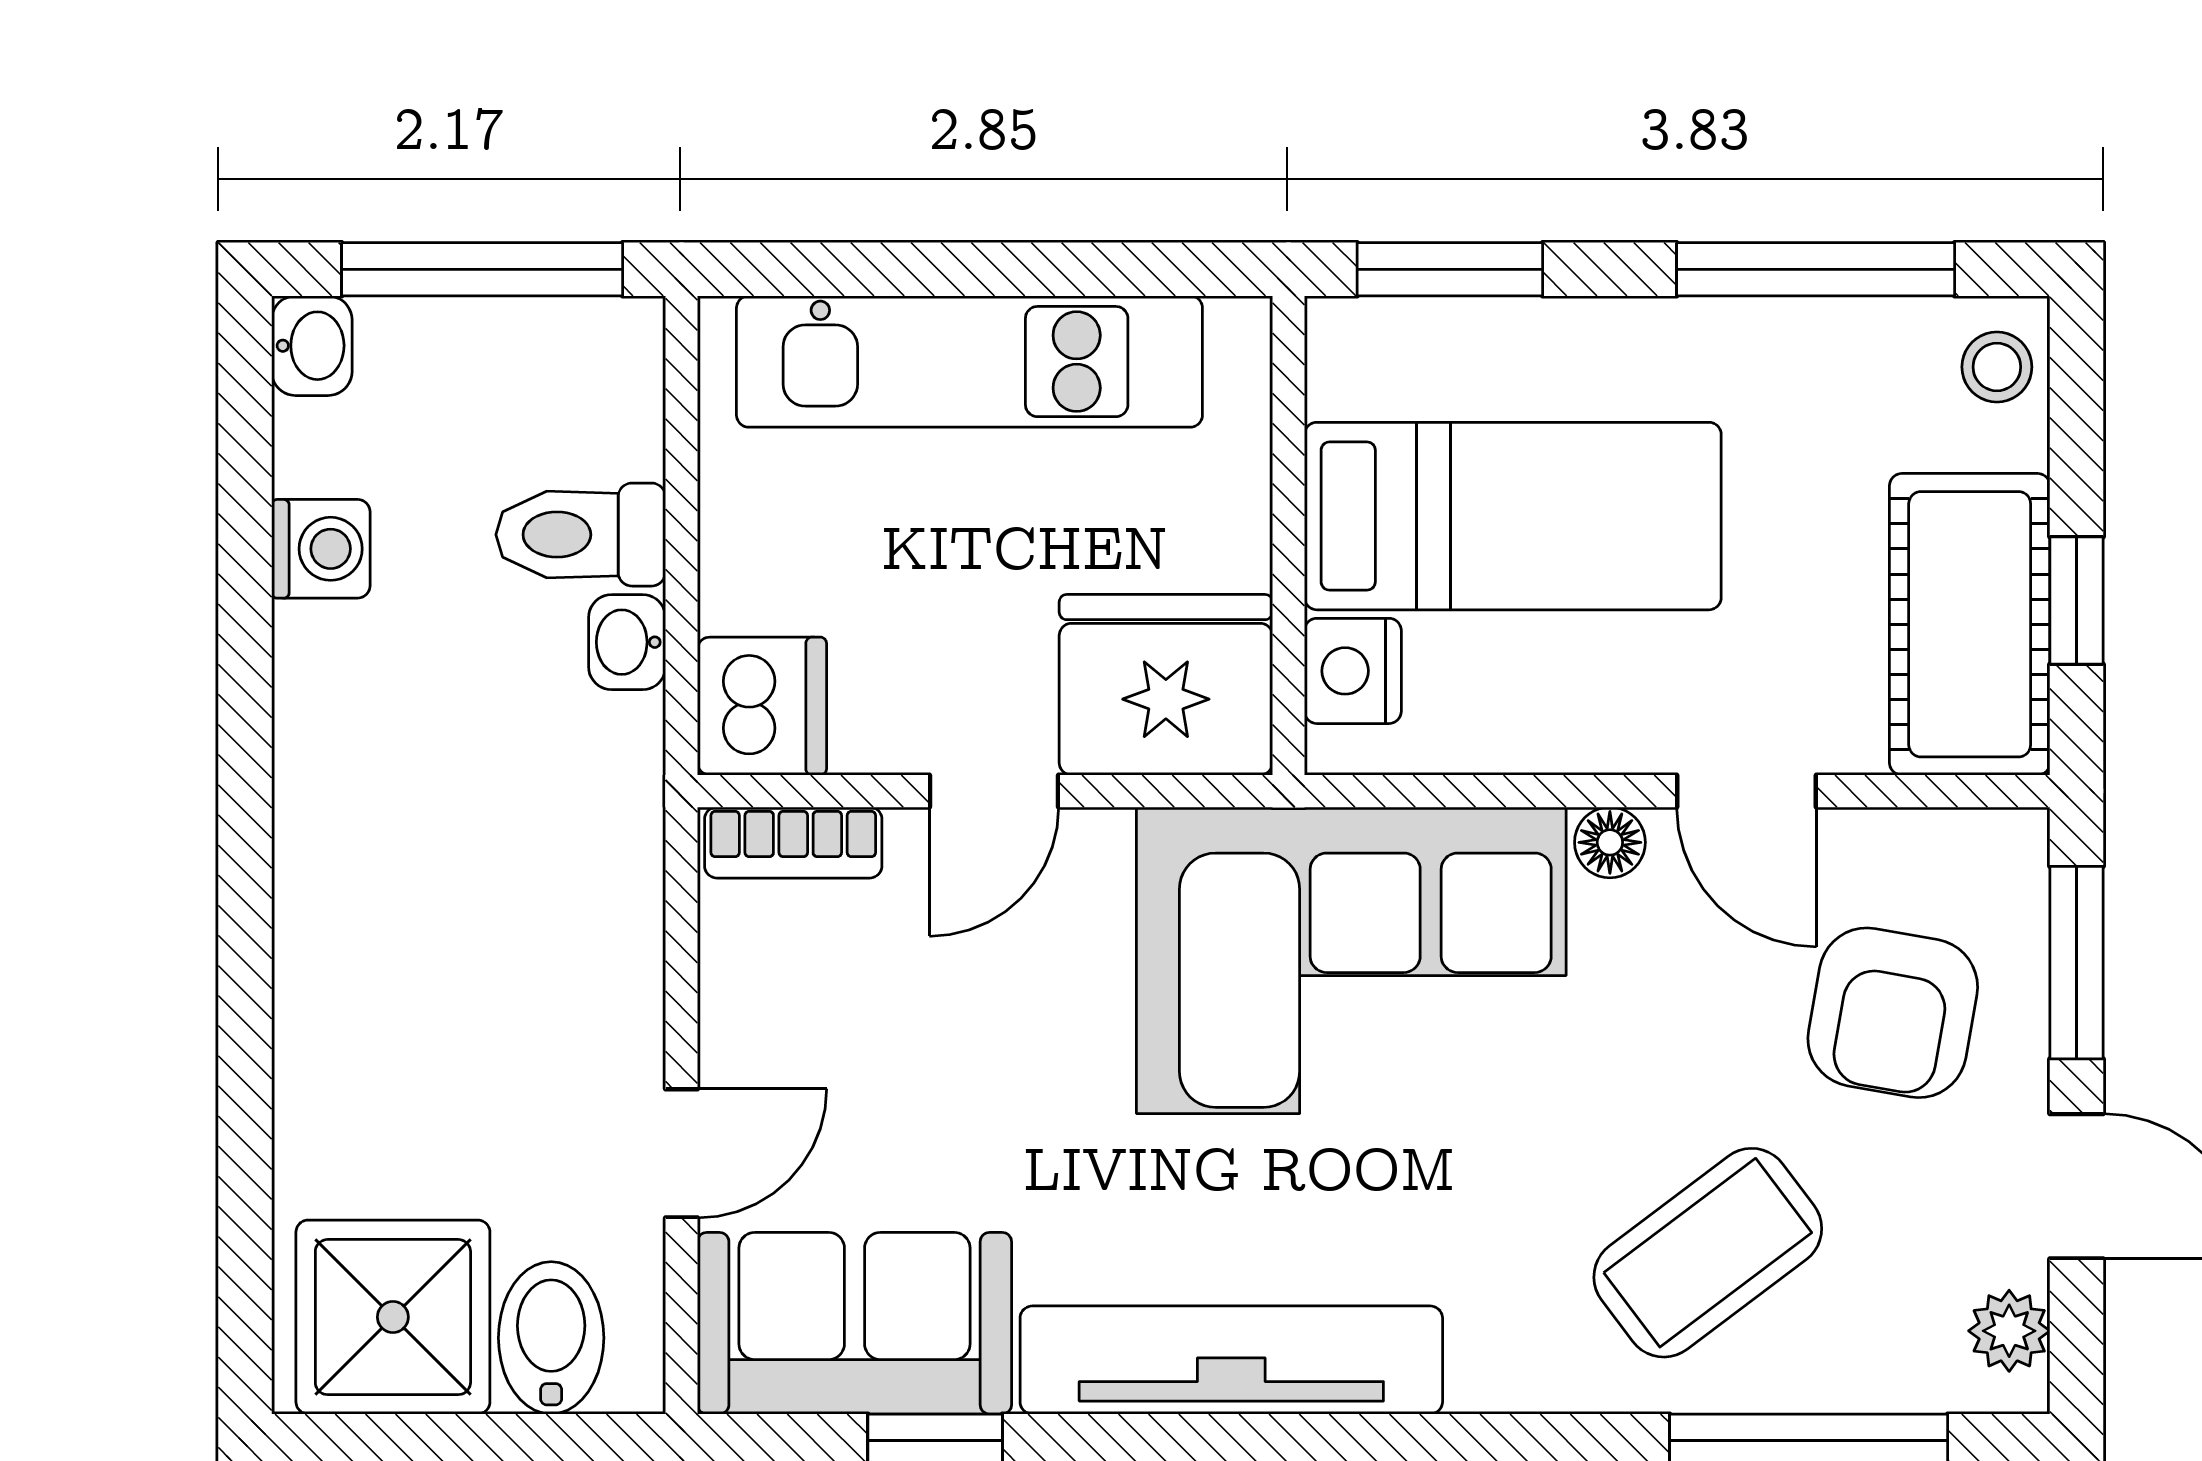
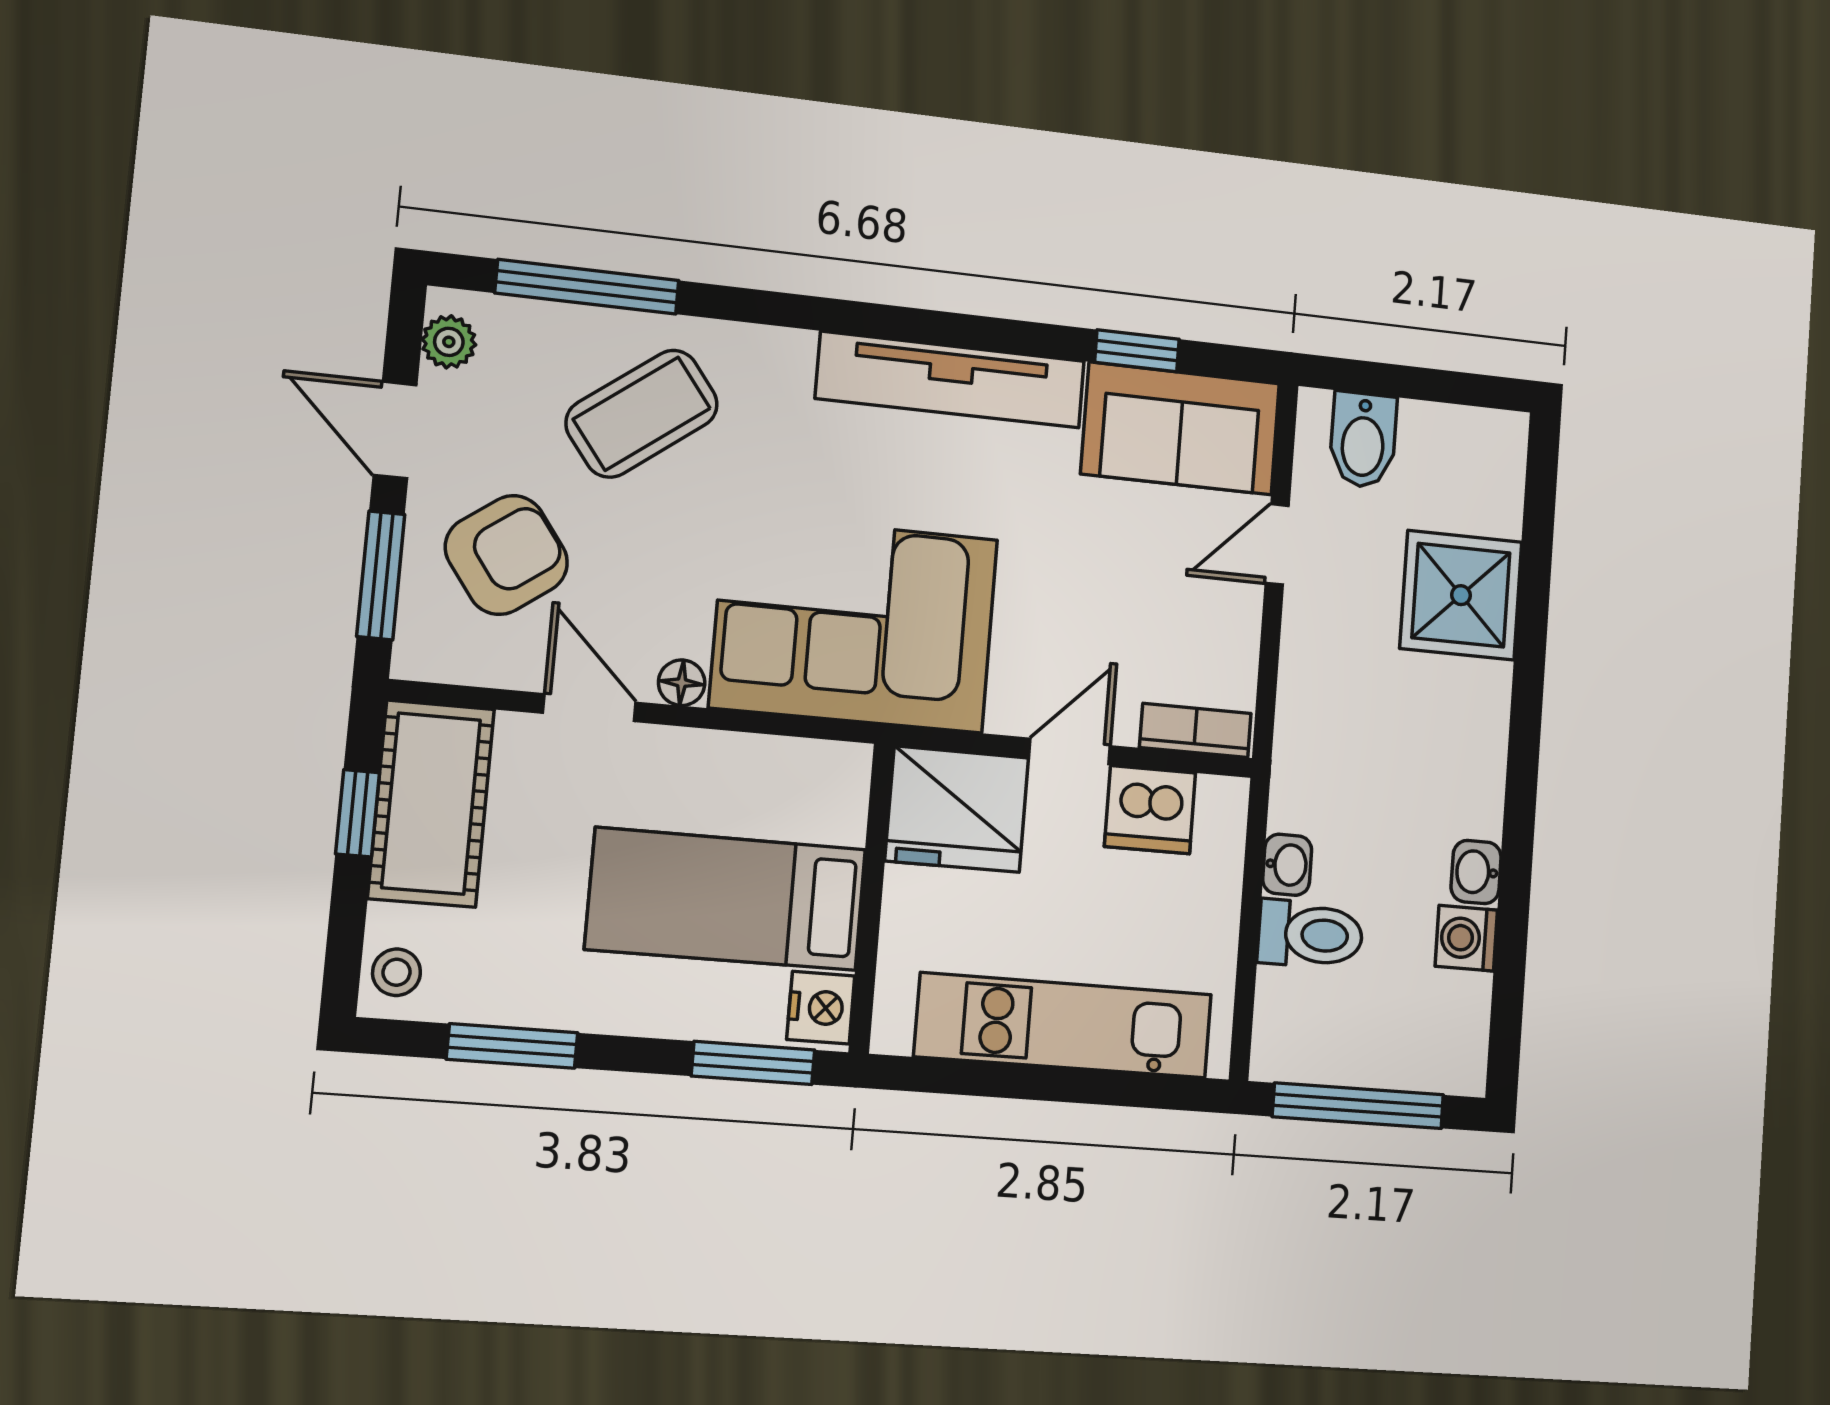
window: (1816, 269) -> (512, 1046), width x0.69
washbasin: (312, 346) -> (1476, 872), moved
nightstand: (1353, 671) -> (821, 1008), moved
dishwasher: (762, 706) -> (1150, 810), moved, turned -90
armchair: (1893, 1013) -> (506, 555), turned 44
shower: (393, 1317) -> (1461, 595), moved

